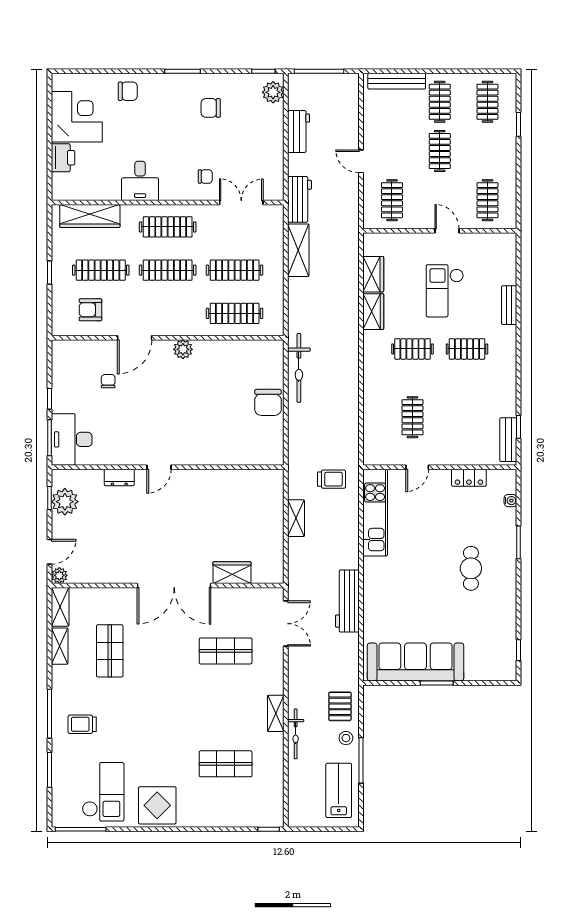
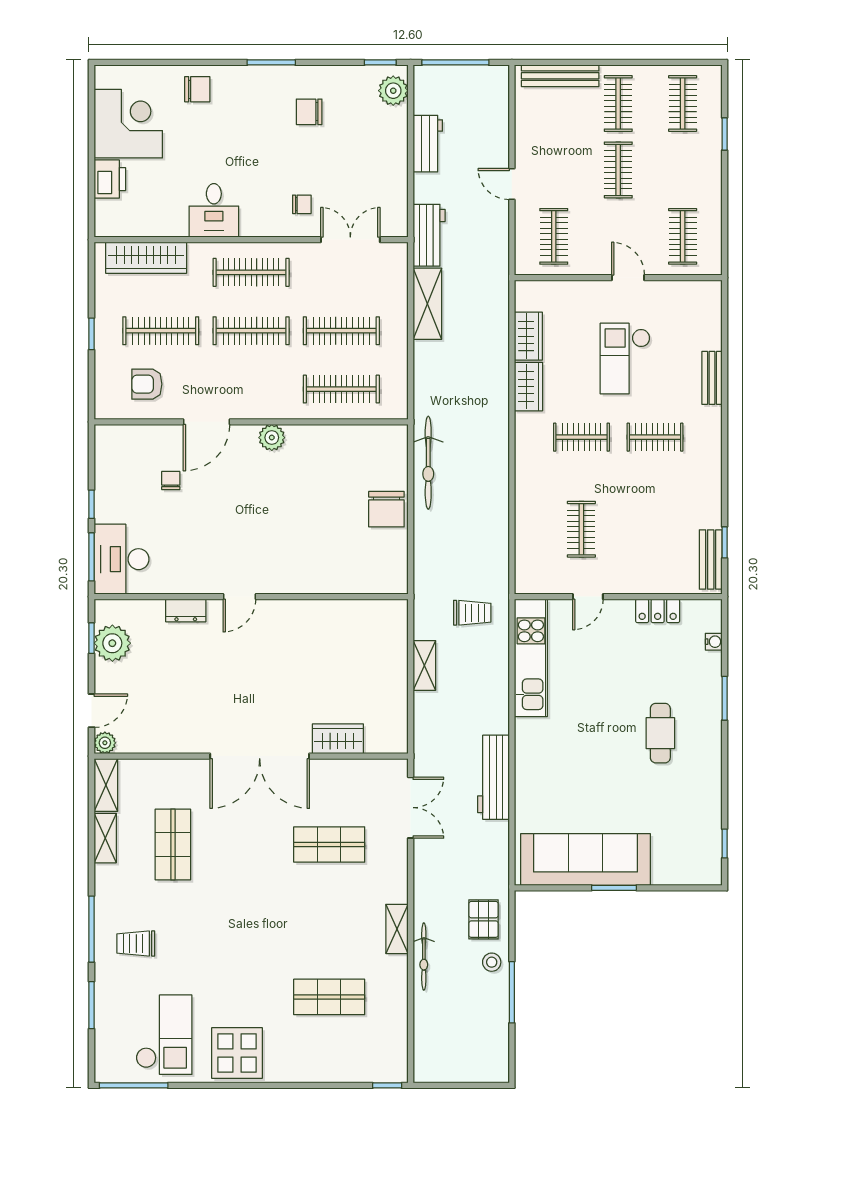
lab bench: (339, 790) -> (482, 1033), removed

